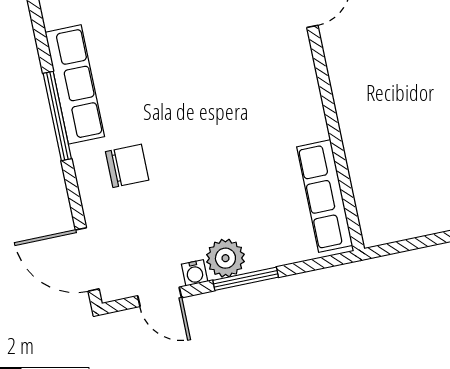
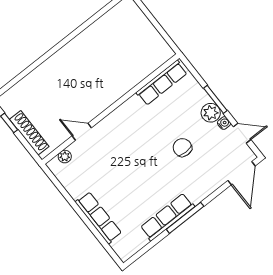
chair: (127, 166) -> (182, 148), moved
door: (160, 297) -> (242, 133), hinge flipped

